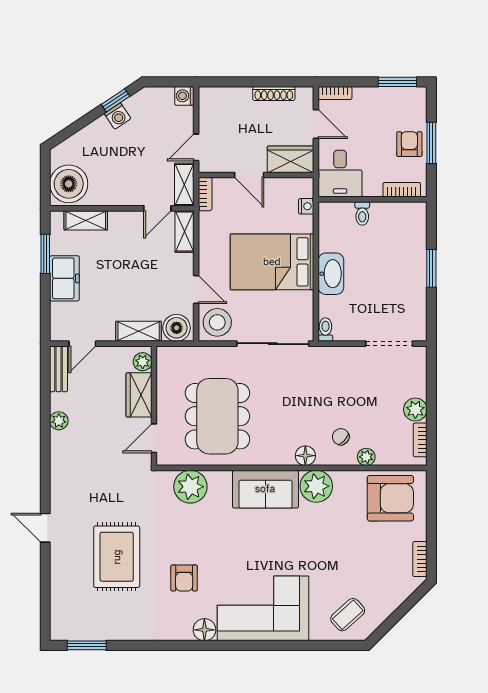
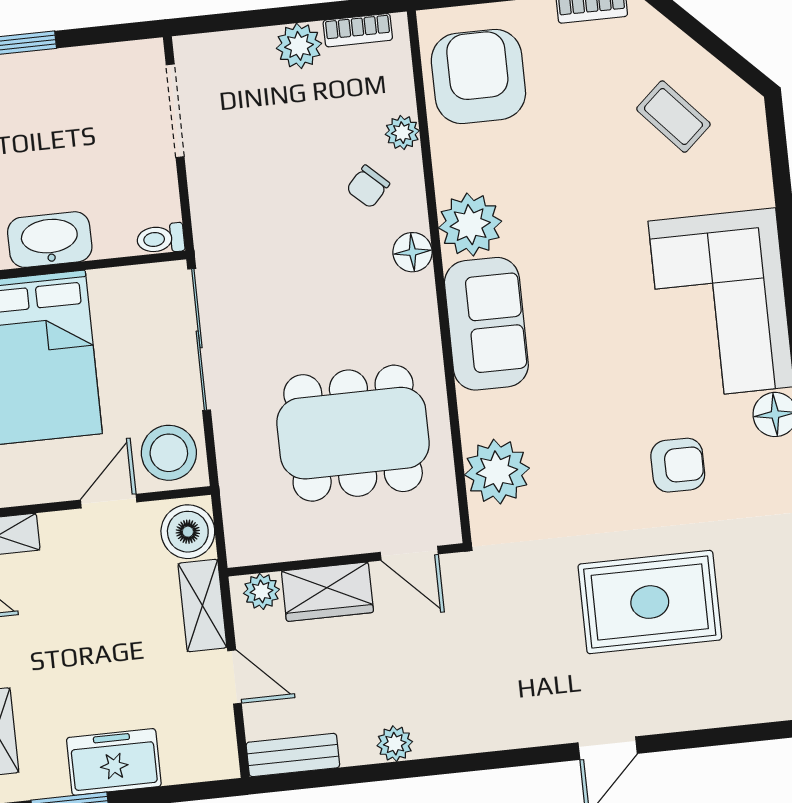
door: (82, 344) -> (235, 677), moved
coffee table: (348, 615) -> (673, 117), moved

